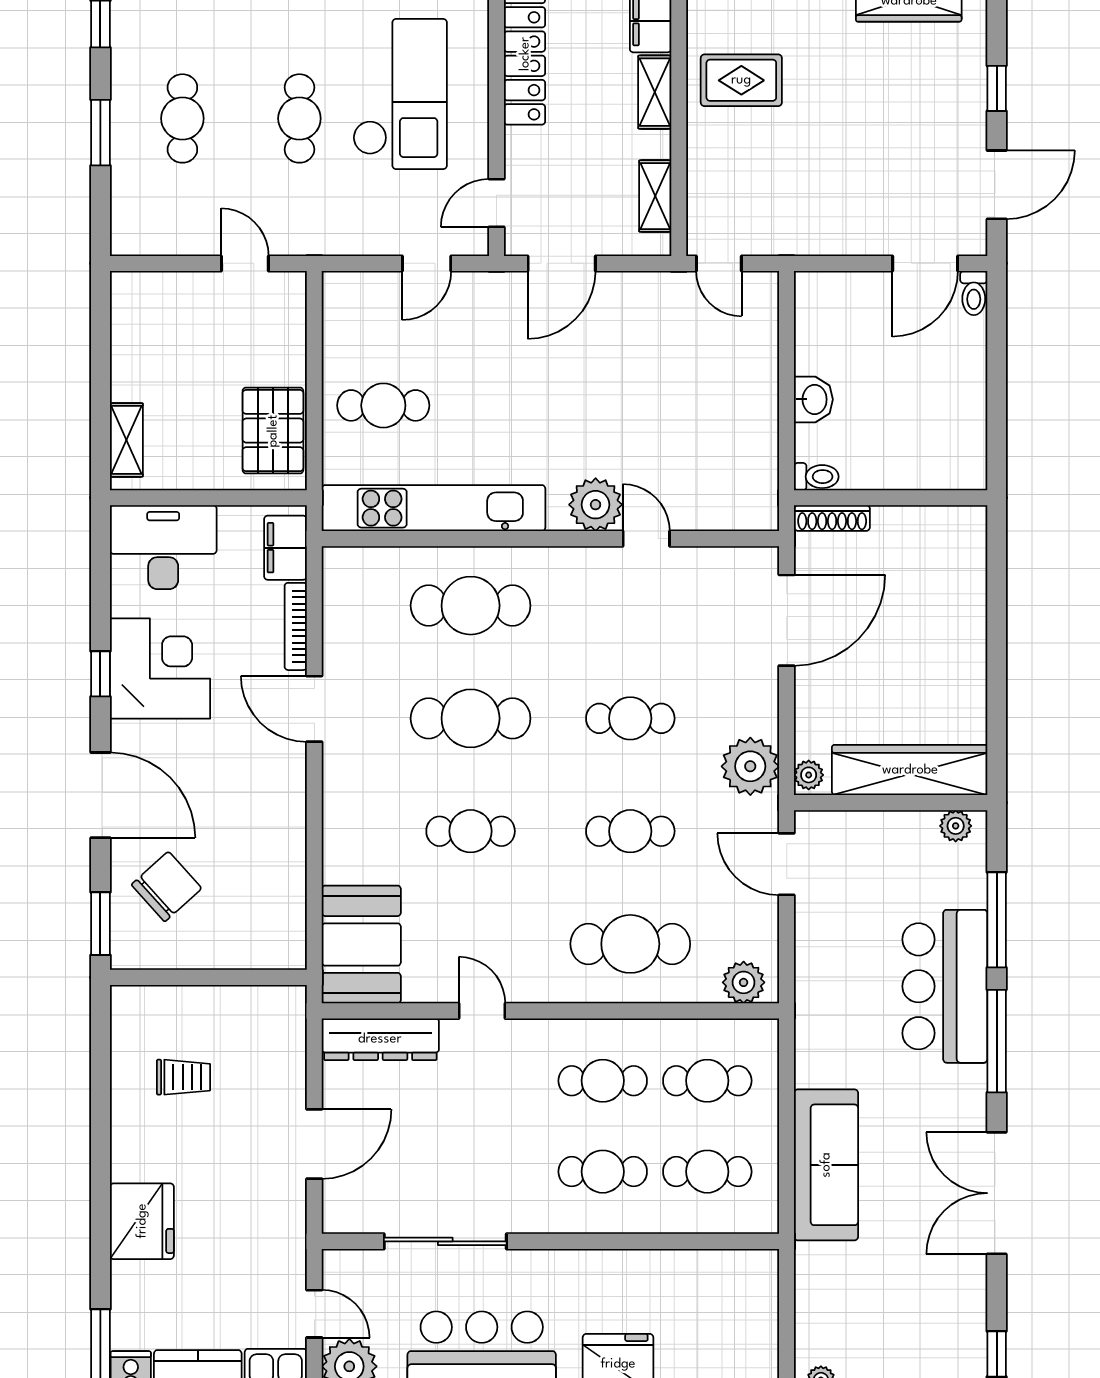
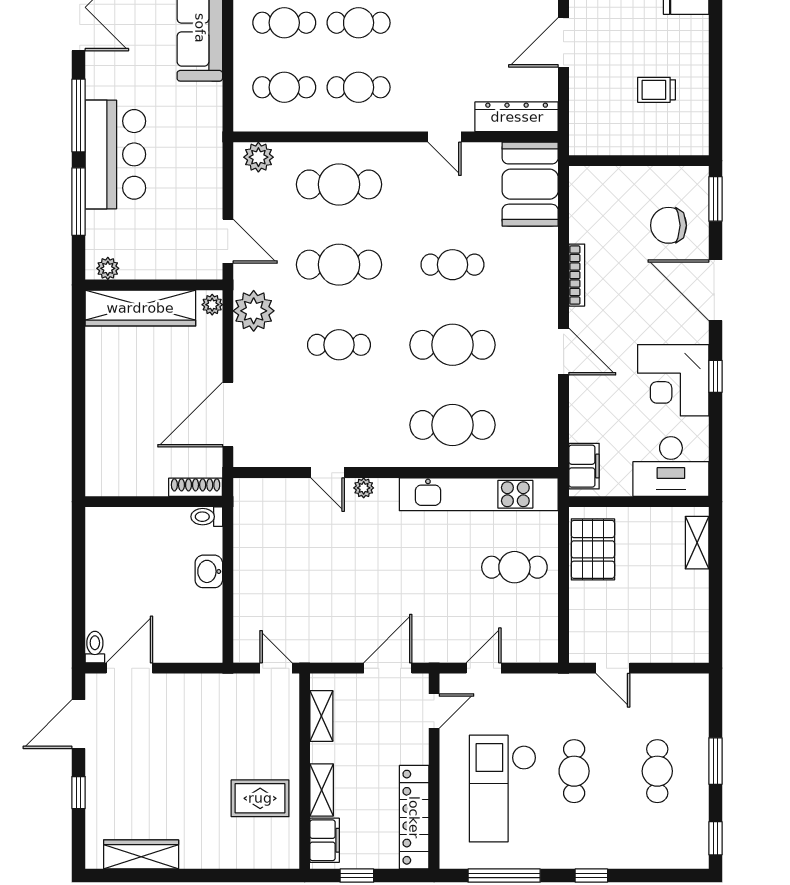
plant: (596, 505) -> (364, 488), width x0.53, depth x0.53
bookcase: (296, 626) -> (577, 275), moved
cafe table: (630, 831) -> (339, 265), width x1.37, depth x1.35
chair: (167, 887) -> (669, 225), turned 42

